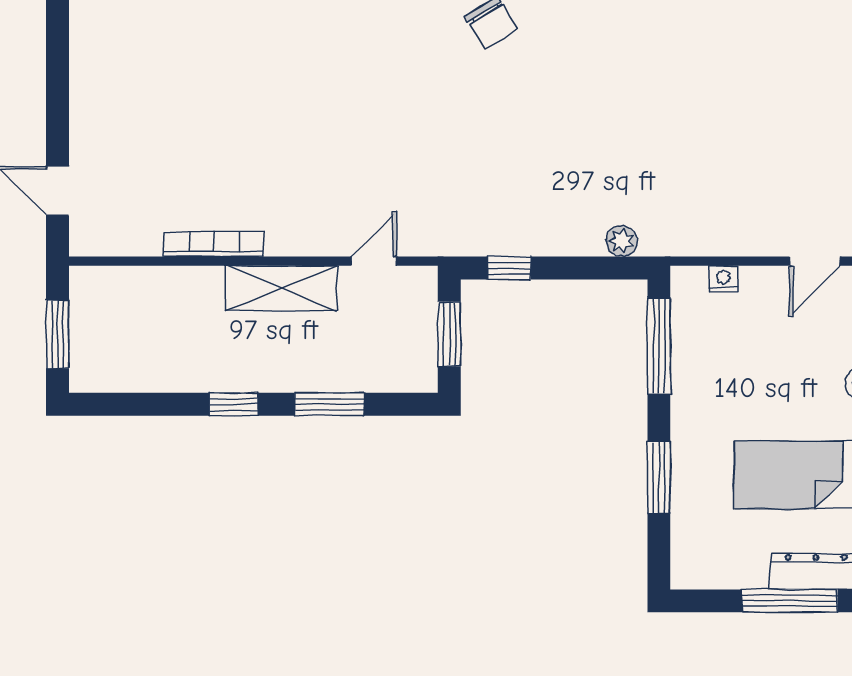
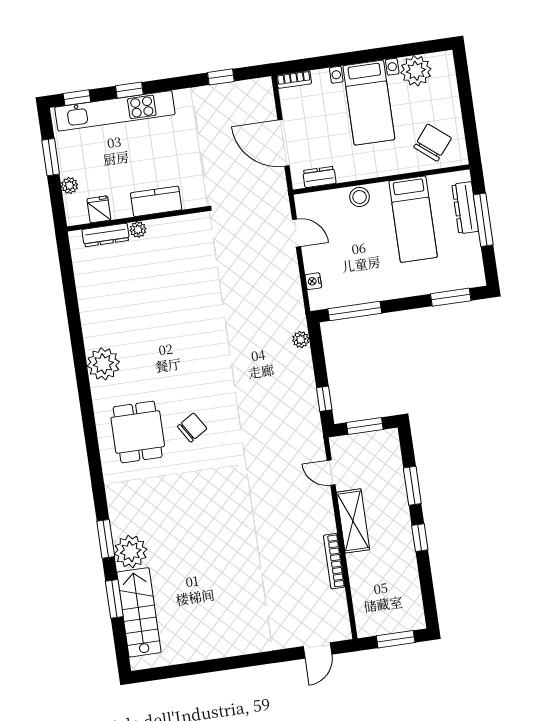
window: (659, 478) -> (451, 297), moved

